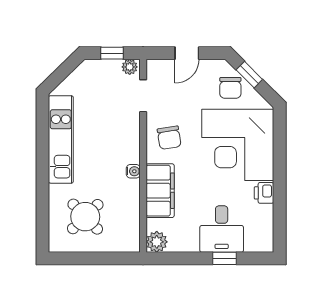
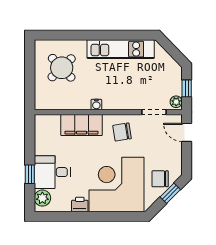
door: (187, 53) -> (187, 132), moved
plant: (157, 242) -> (42, 198), moved

